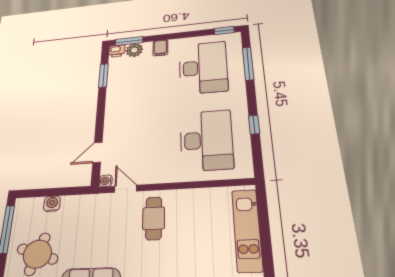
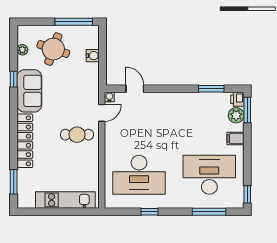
desk: (203, 68) -> (209, 175), turned 180

